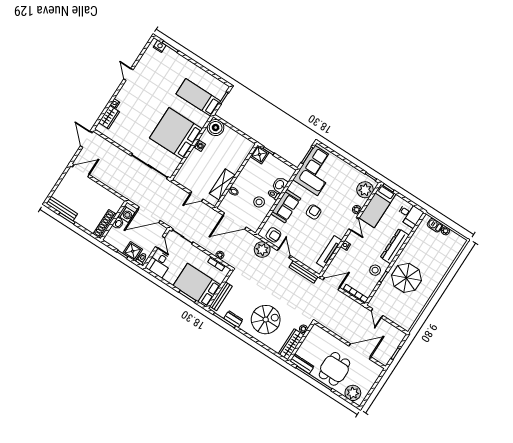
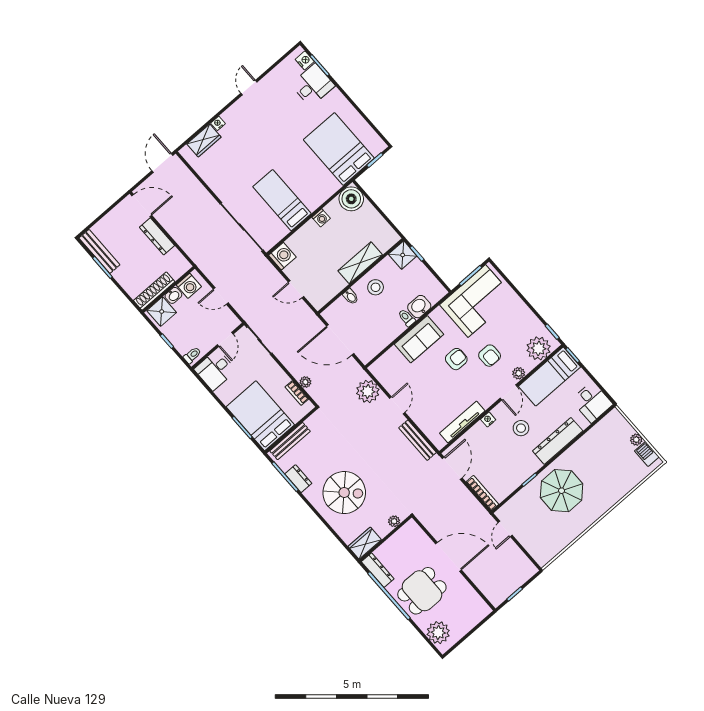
desk: (169, 61) -> (313, 85), added
bed: (198, 97) -> (339, 149), width x1.50
bed: (176, 133) -> (282, 200), width x0.49
washing machine: (182, 178) -> (282, 256), added
shelving: (222, 184) -> (360, 263), moved
dresser: (96, 188) -> (157, 236), added
stool: (259, 202) -> (376, 287), moved
door: (149, 215) -> (221, 296), width x0.53
barbecue: (435, 225) -> (647, 454), moved
armchair: (273, 235) -> (490, 356), moved
shower: (133, 251) -> (162, 312), moved
stool: (375, 270) -> (521, 428), moved
door: (331, 284) -> (452, 468), hinge flipped
wardrobe: (291, 344) -> (365, 543), width x0.67
door: (360, 351) -> (448, 557), moved

